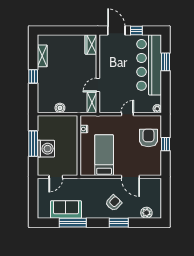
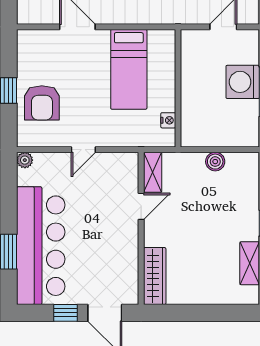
wardrobe: (91, 44) -> (155, 276), width x1.50

